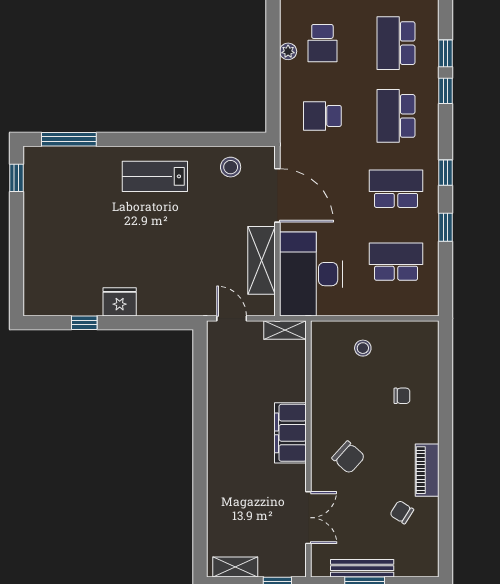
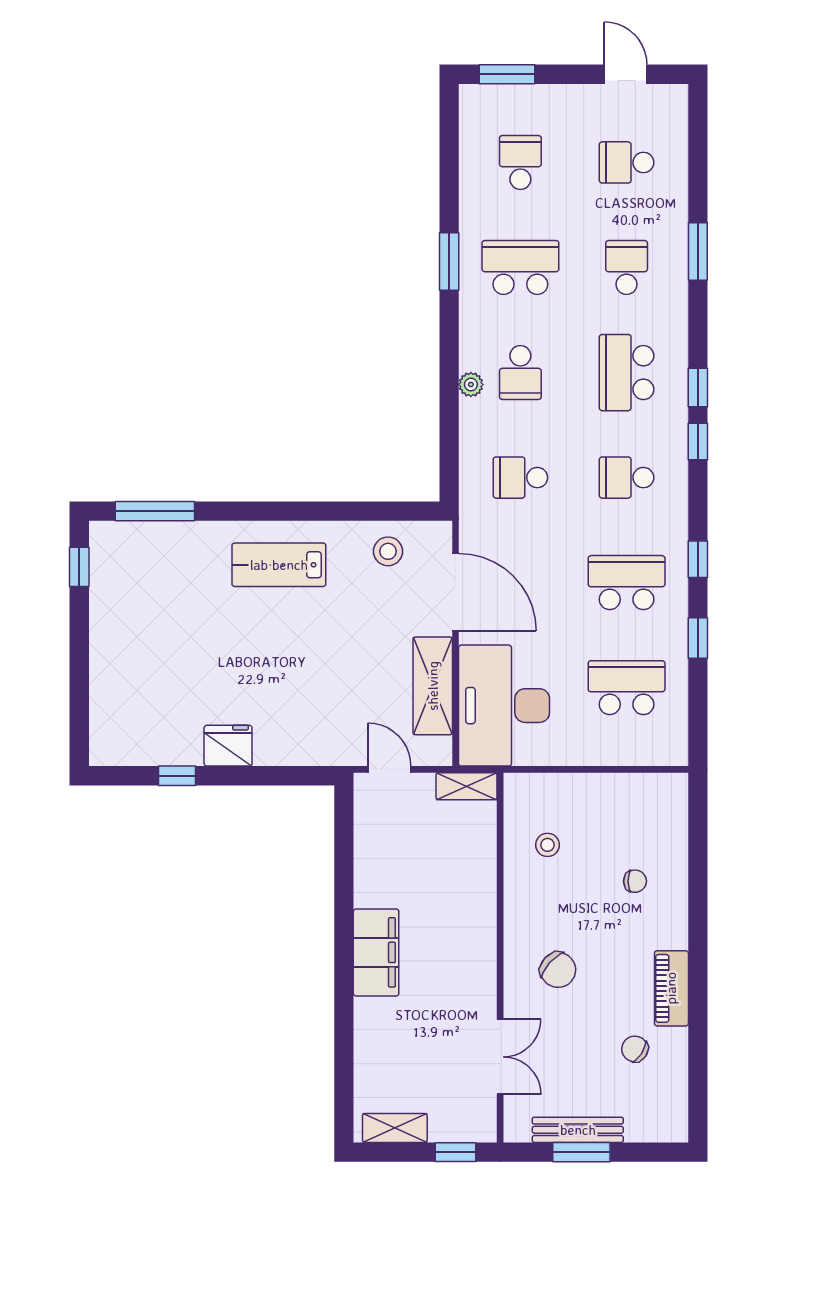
school desk: (396, 116) -> (627, 478), width x0.54
stool: (363, 348) -> (547, 845), moved
filing cabinet: (290, 433) -> (376, 952), moved, turned 180

